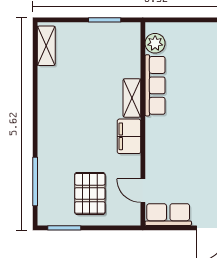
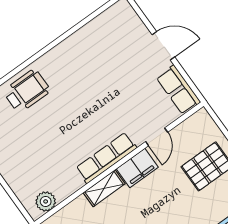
row of seats: (155, 85) -> (106, 158), moved
door: (143, 191) -> (157, 137), moved

